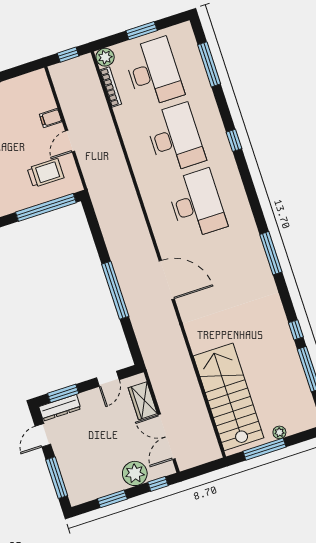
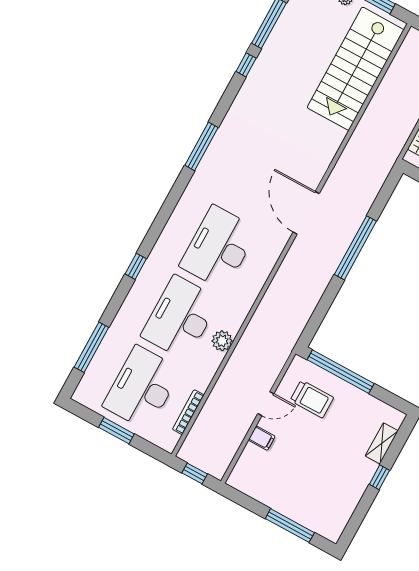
plant: (105, 57) -> (222, 341), moved
trolley: (46, 173) -> (312, 399), turned 180

